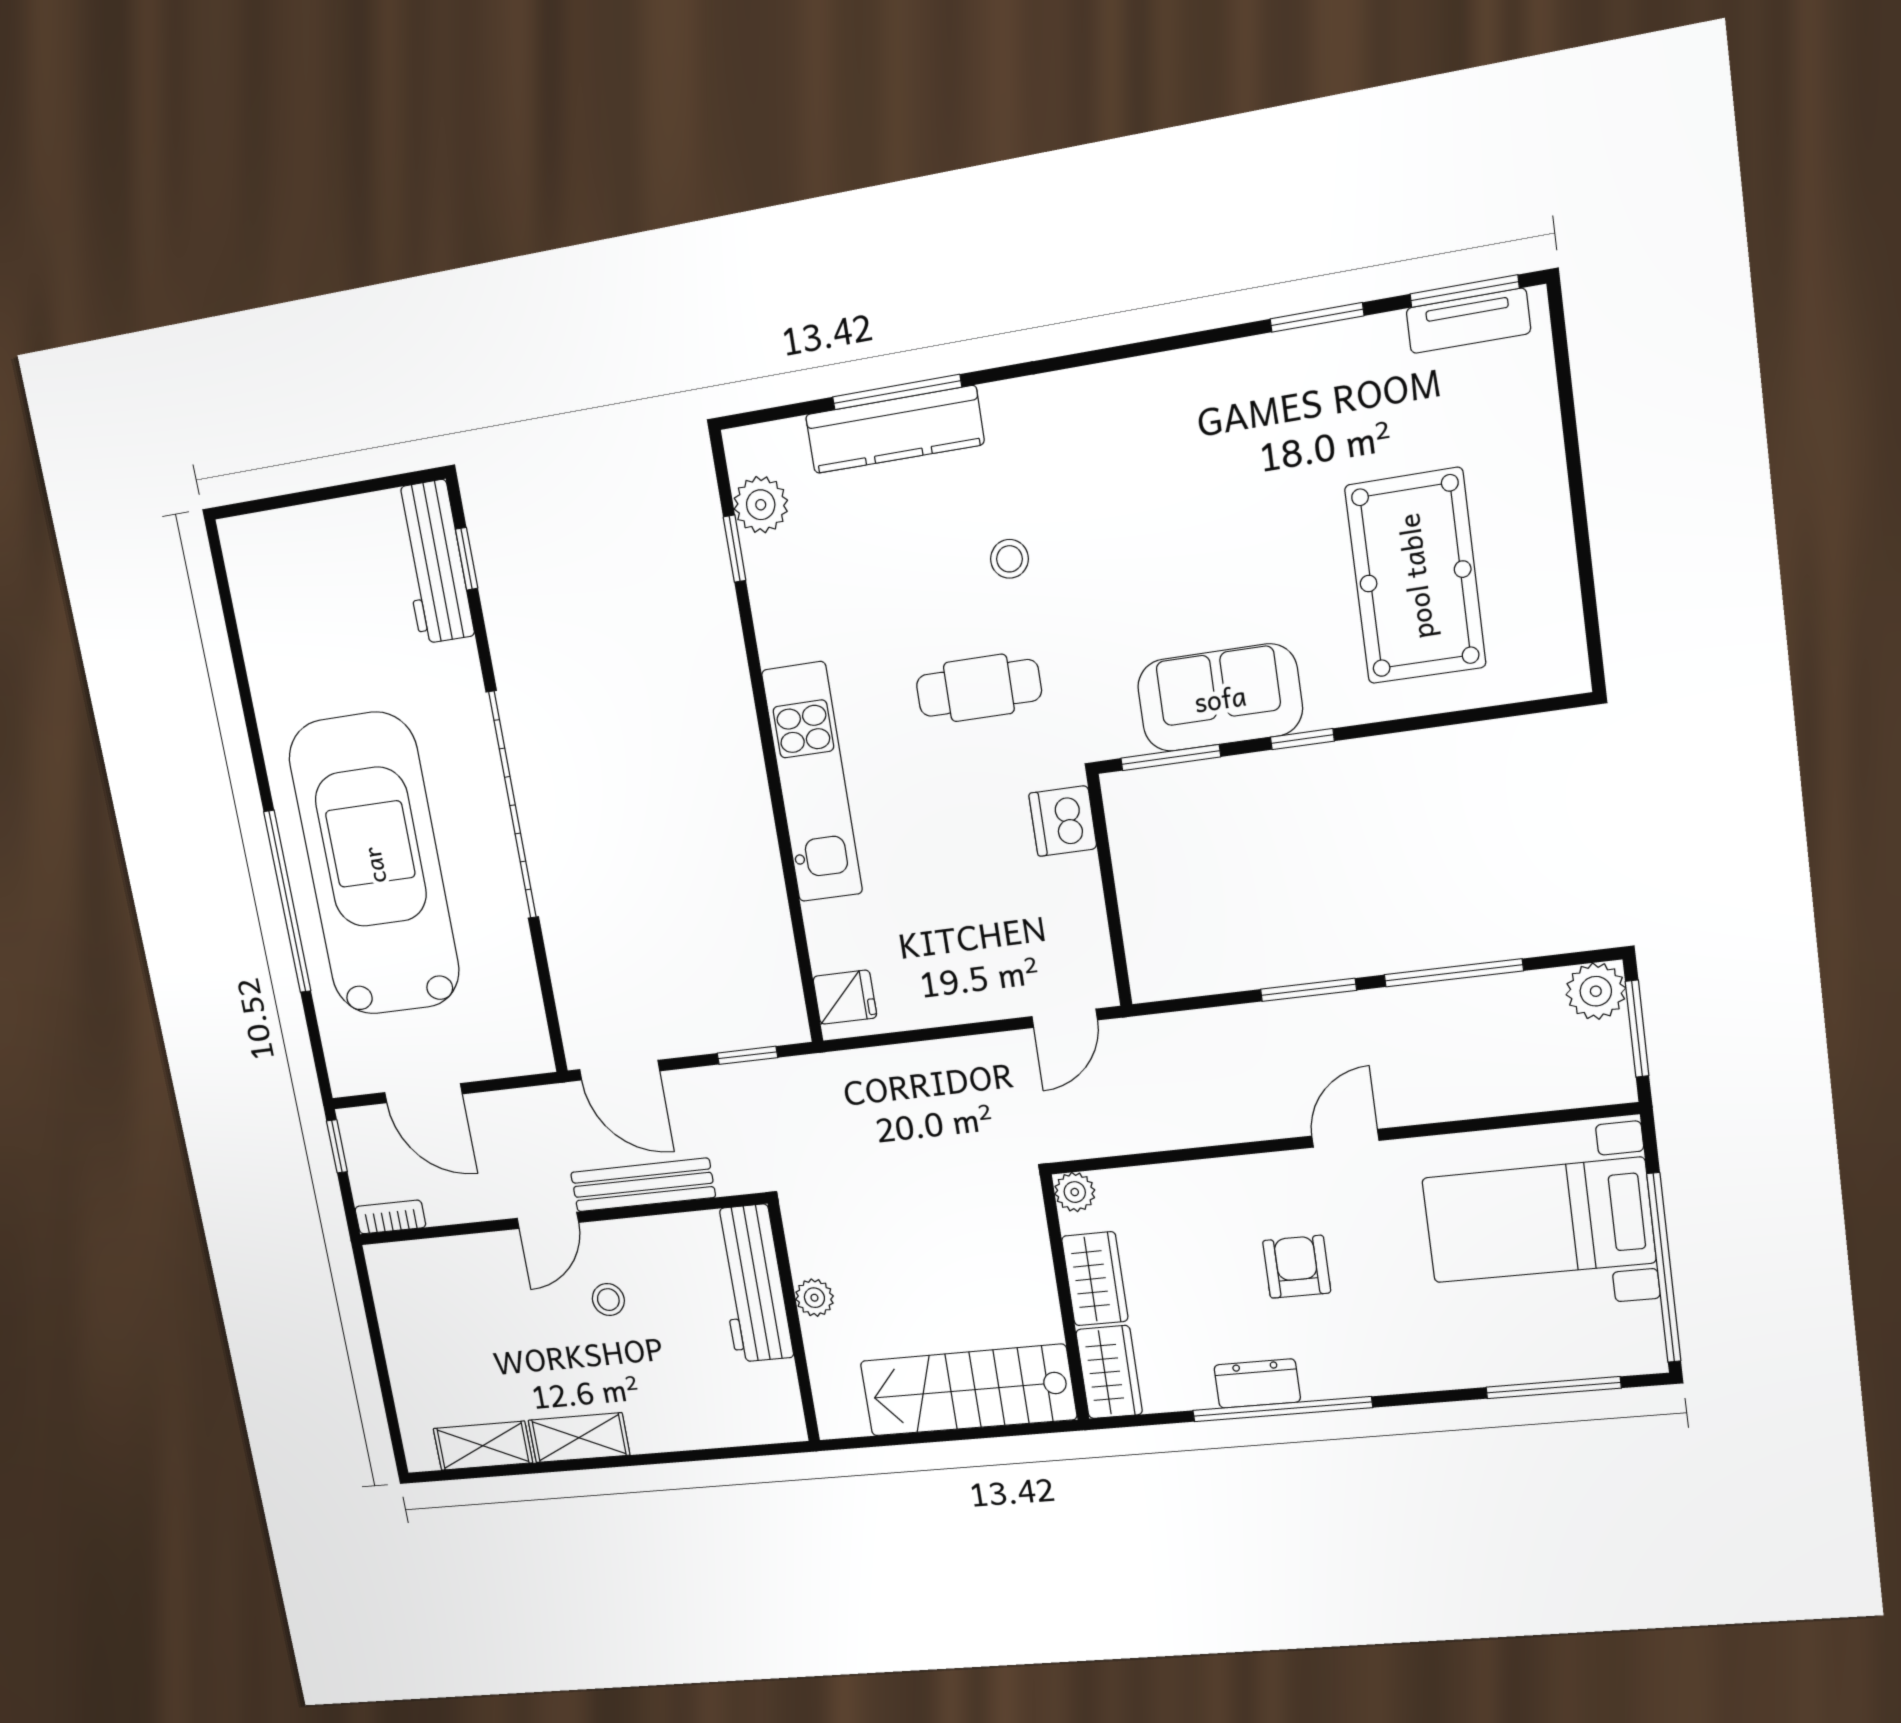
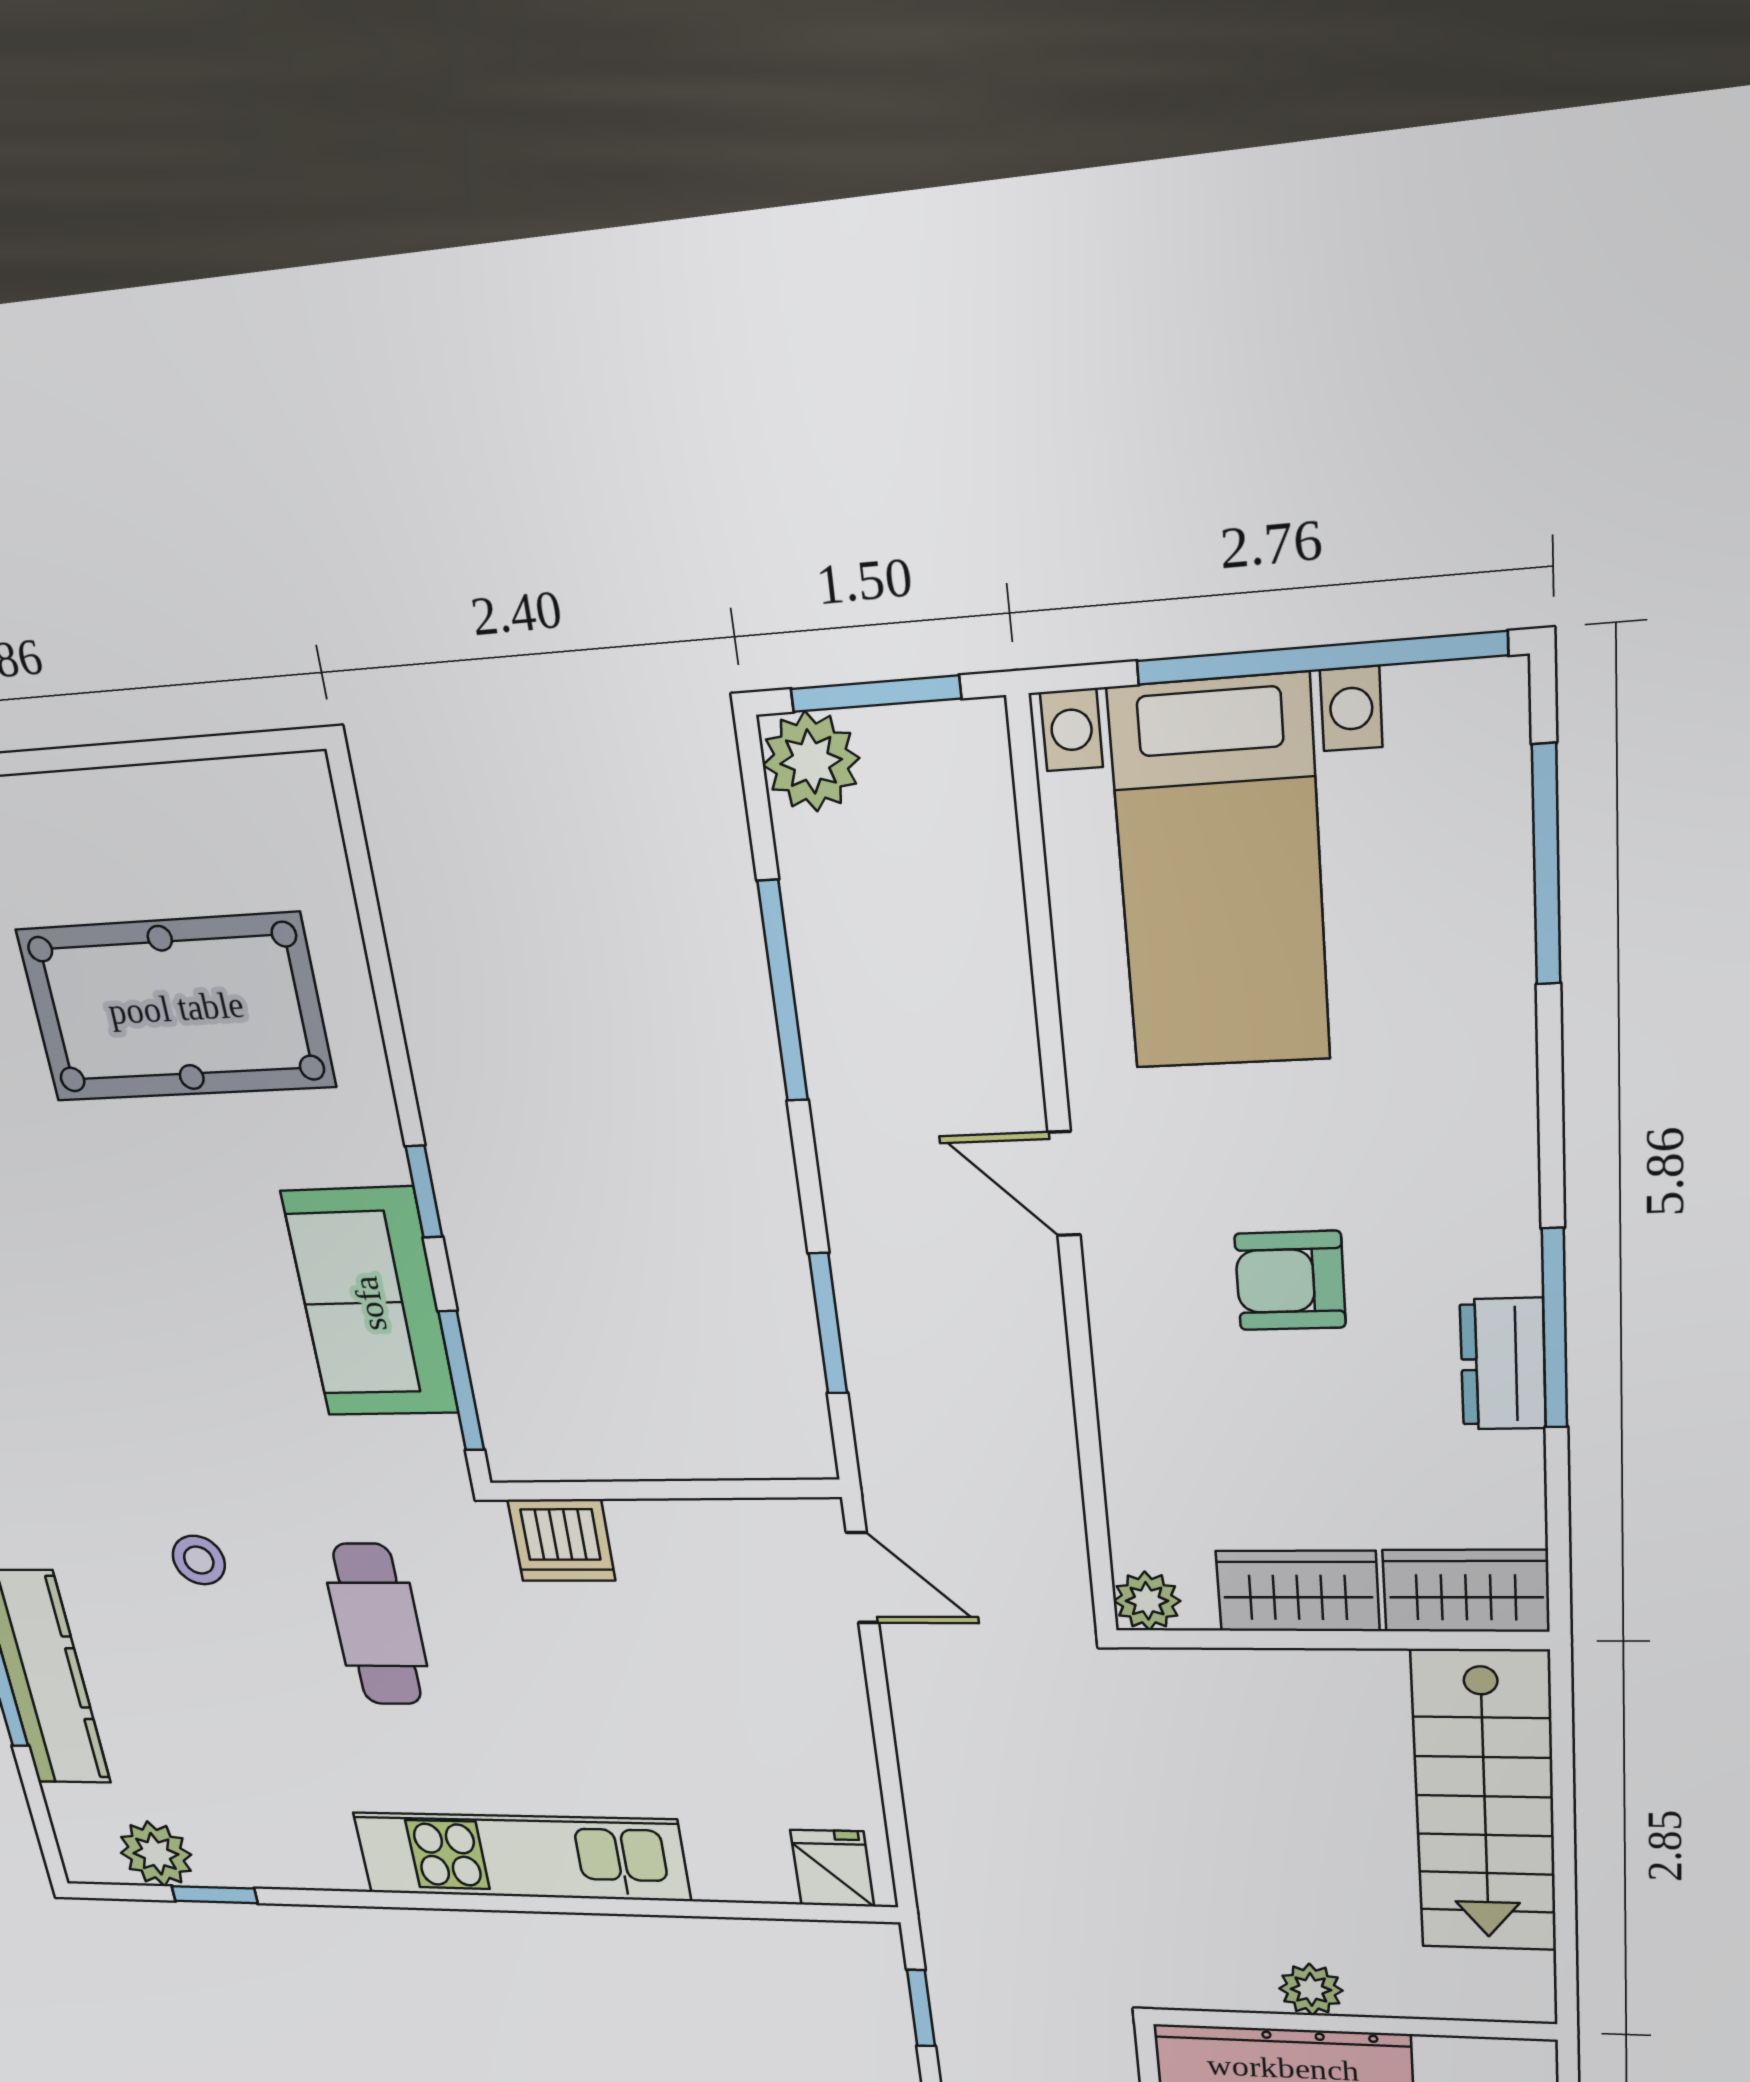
window: (1308, 990) -> (828, 1324), moved
window: (1282, 1409) -> (1555, 1329), width x0.68

